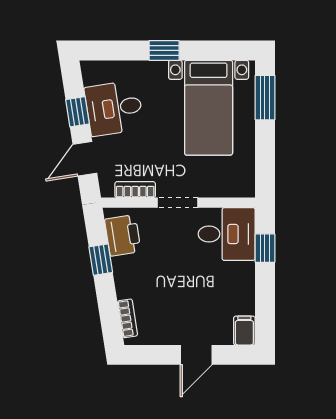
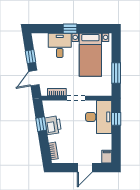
window: (265, 98) -> (116, 73), moved
desk: (114, 108) -> (60, 45), moved, turned 99
desk: (227, 234) -> (99, 117), width x1.37
printer: (123, 235) -> (53, 125), moved

